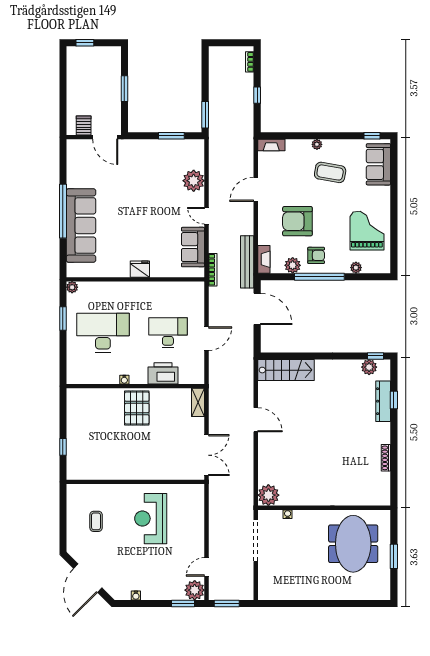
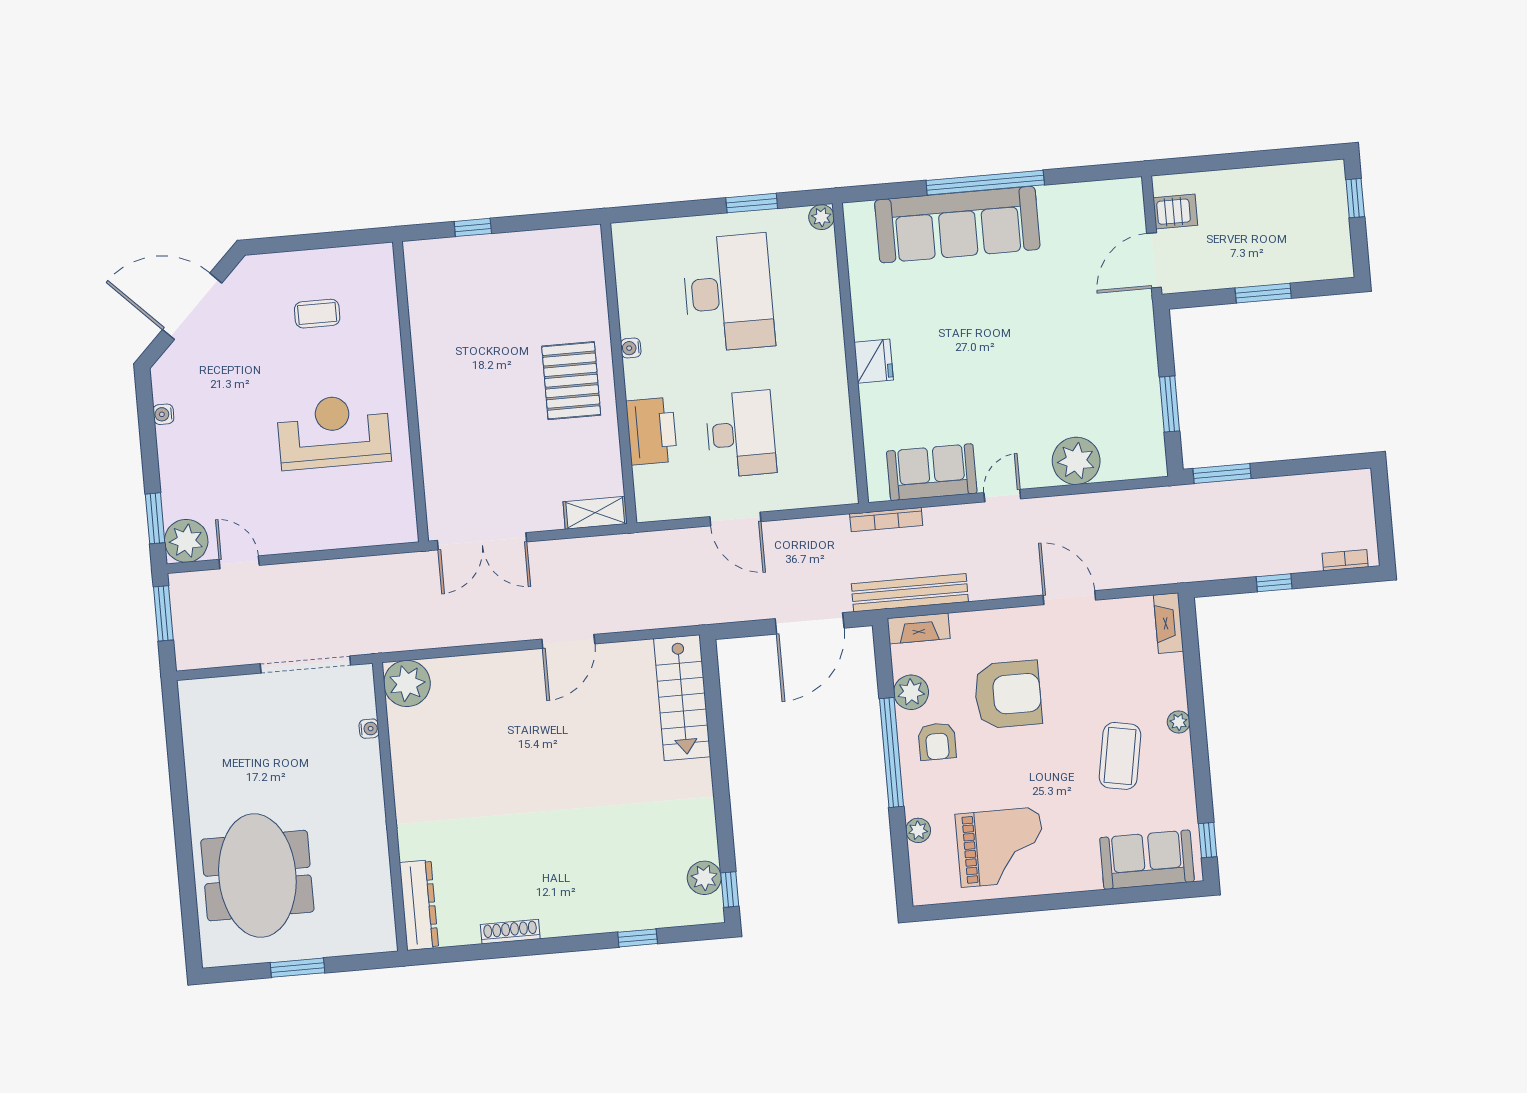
armchair: (297, 221) -> (1008, 694), turned 90
dresser: (383, 401) -> (419, 905), moved, turned 90
pallet: (137, 408) -> (571, 381), turned 90
meeting table: (353, 544) -> (257, 876), moved, turned 90

